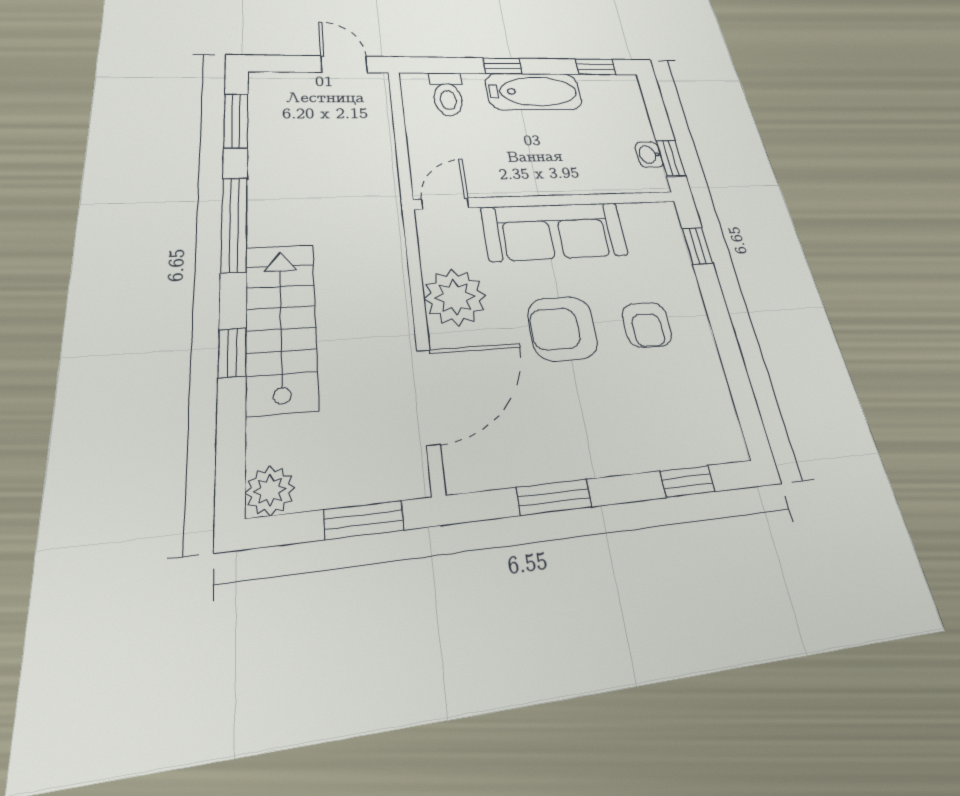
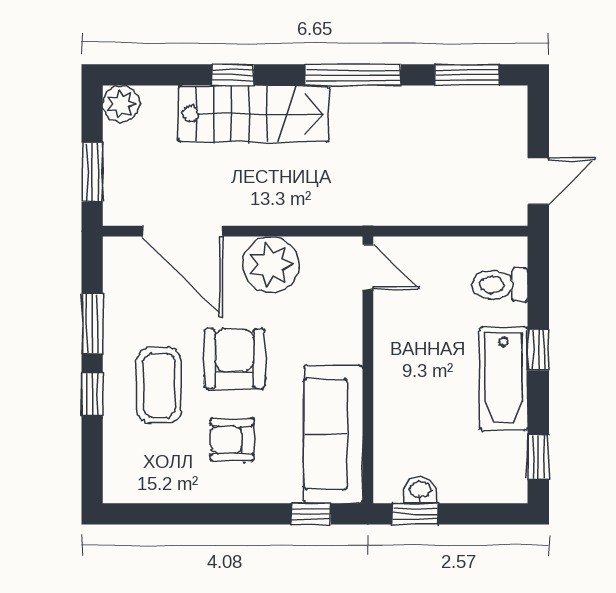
sofa: (555, 231) -> (333, 434), moved
coffee table: (608, 408) -> (159, 385), added
window: (687, 481) -> (92, 394), moved

